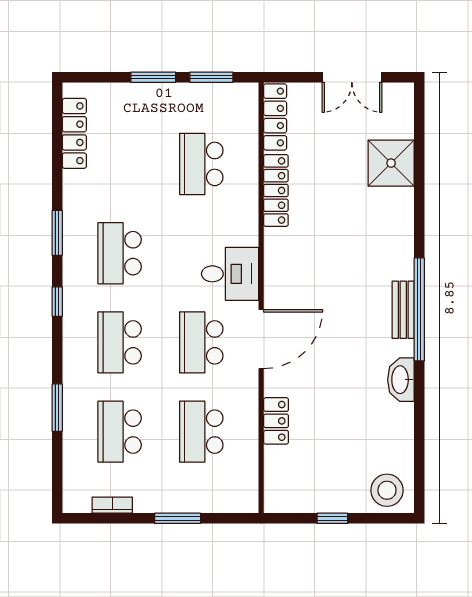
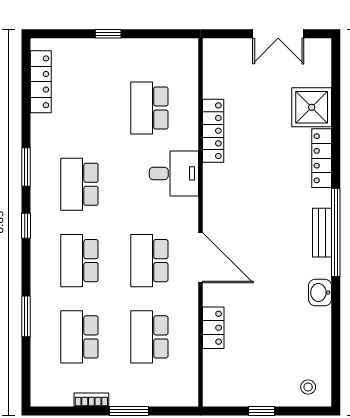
window: (153, 77) -> (108, 34), width x0.67
window: (211, 77) -> (158, 34), removed
locker: (275, 117) -> (322, 158), moved, turned 180
desk: (230, 274) -> (174, 173), moved
door: (261, 339) -> (201, 258), hinge flipped
washbasin: (401, 380) -> (320, 292), width x0.72
stool: (387, 490) -> (308, 387), width x0.53, depth x0.53
bookcase: (112, 505) -> (91, 400), moved

